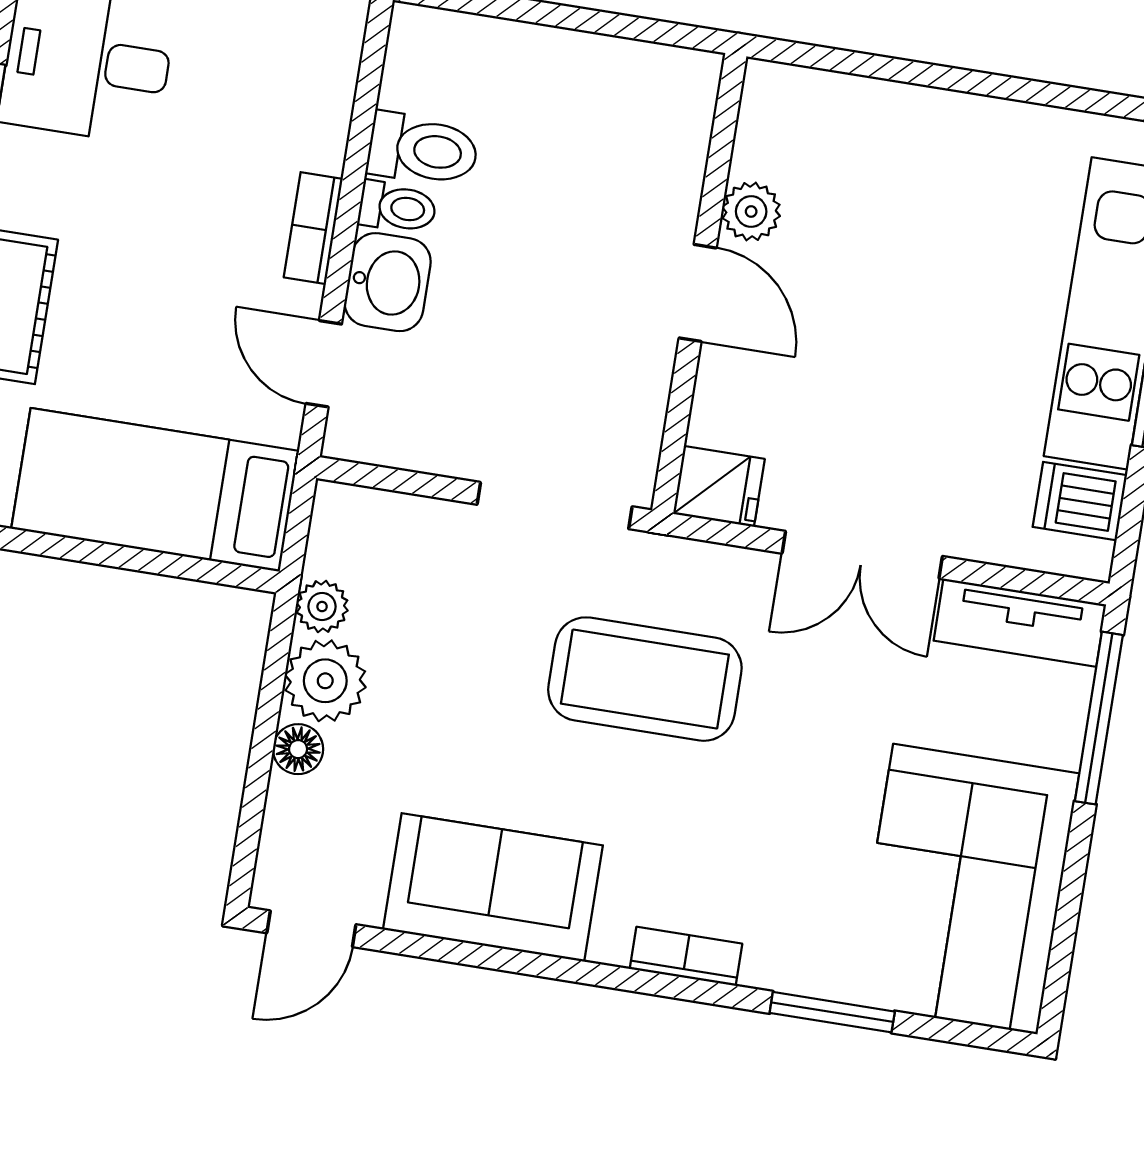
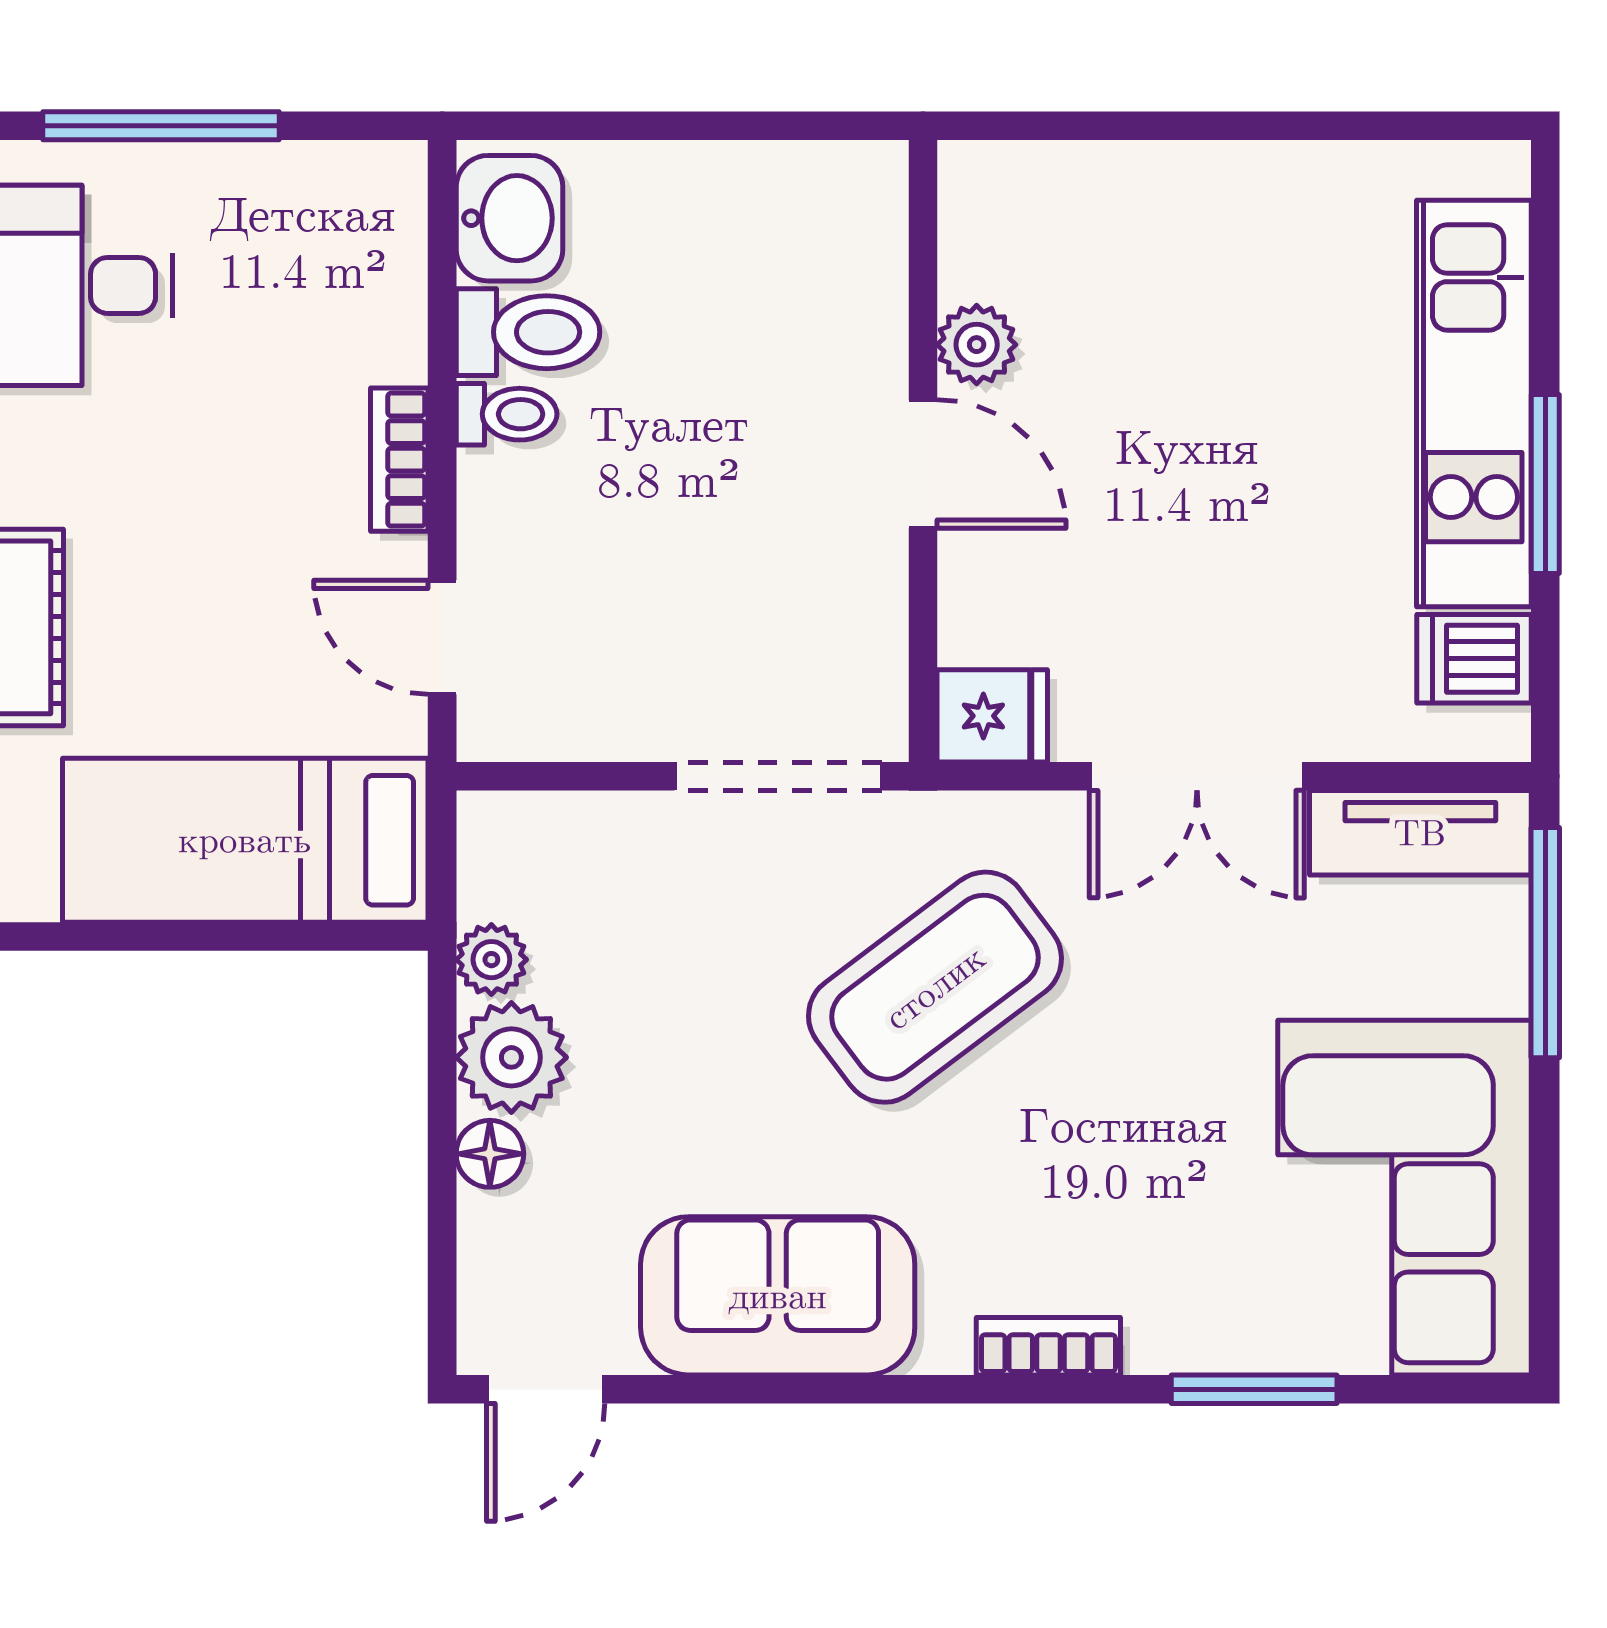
washbasin: (388, 282) -> (509, 218), moved
coffee table: (645, 679) -> (935, 987), turned -37

